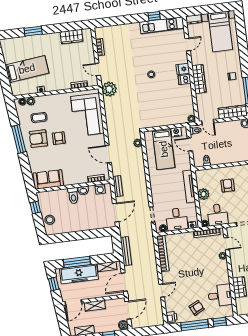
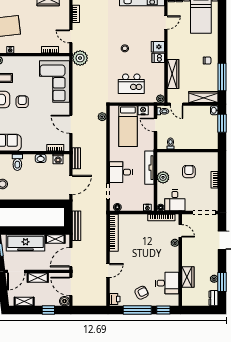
wardrobe: (199, 79) -> (173, 74), moved
kitchen island: (162, 108) -> (131, 84), added
toilet: (73, 196) -> (17, 162), moved
desk: (177, 219) -> (121, 172), moved, turned 90
window: (77, 262) -> (25, 231), removed
door: (128, 310) -> (71, 286), swing flipped

